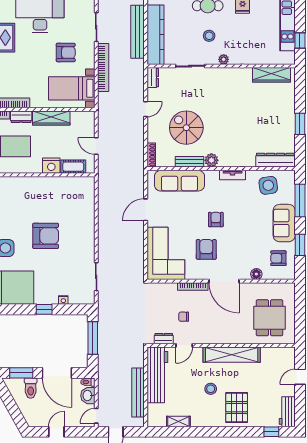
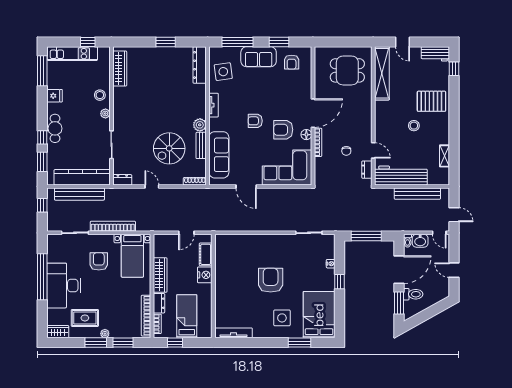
stool: (209, 36) -> (100, 95), moved
floor lamp: (256, 274) -> (306, 135), moved
shelving: (232, 355) -> (382, 73), moved

